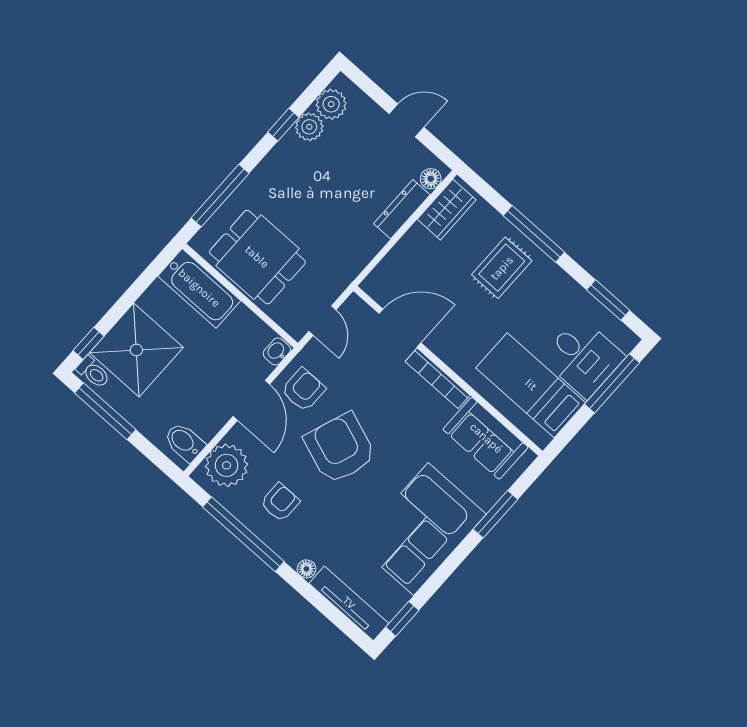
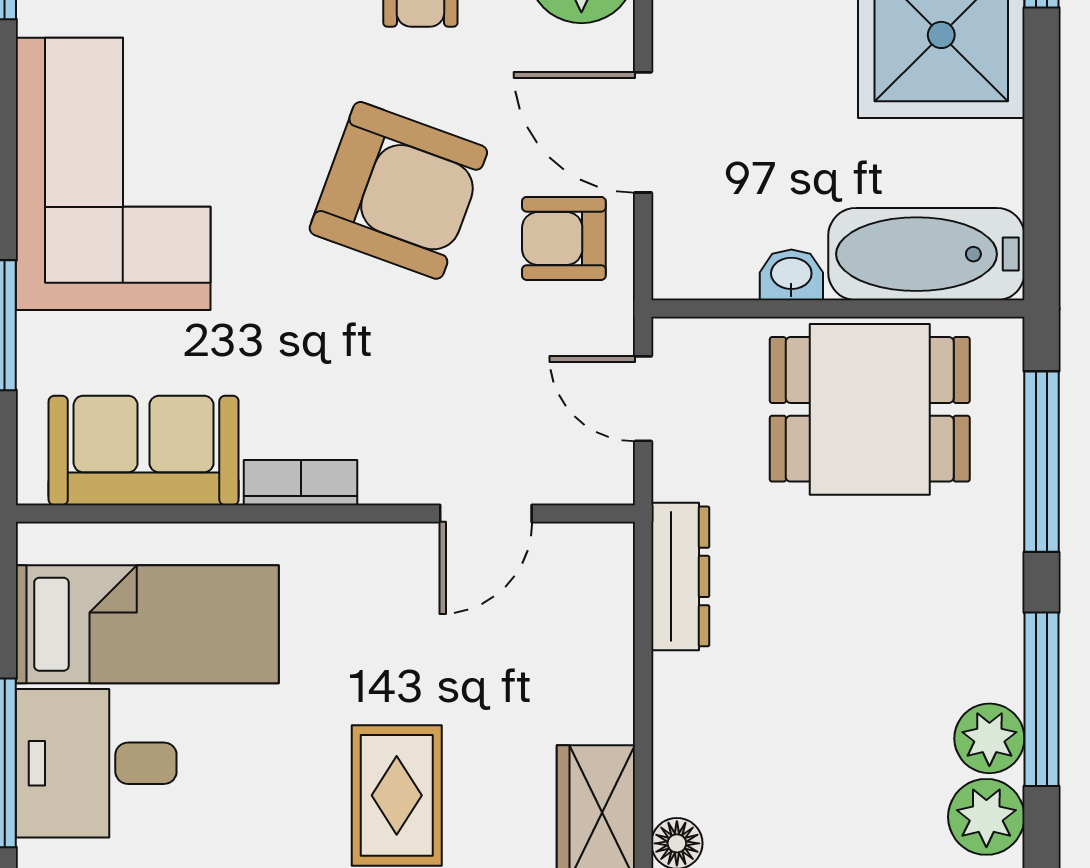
window: (283, 125) -> (1041, 699), width x2.17
dresser: (402, 209) -> (680, 576), moved
door: (400, 328) -> (486, 513), width x0.73
washbasin: (277, 351) -> (791, 275), moved, turned -90
bookcase: (438, 378) -> (301, 483), width x0.64
armchair: (303, 390) -> (564, 238), turned 90

